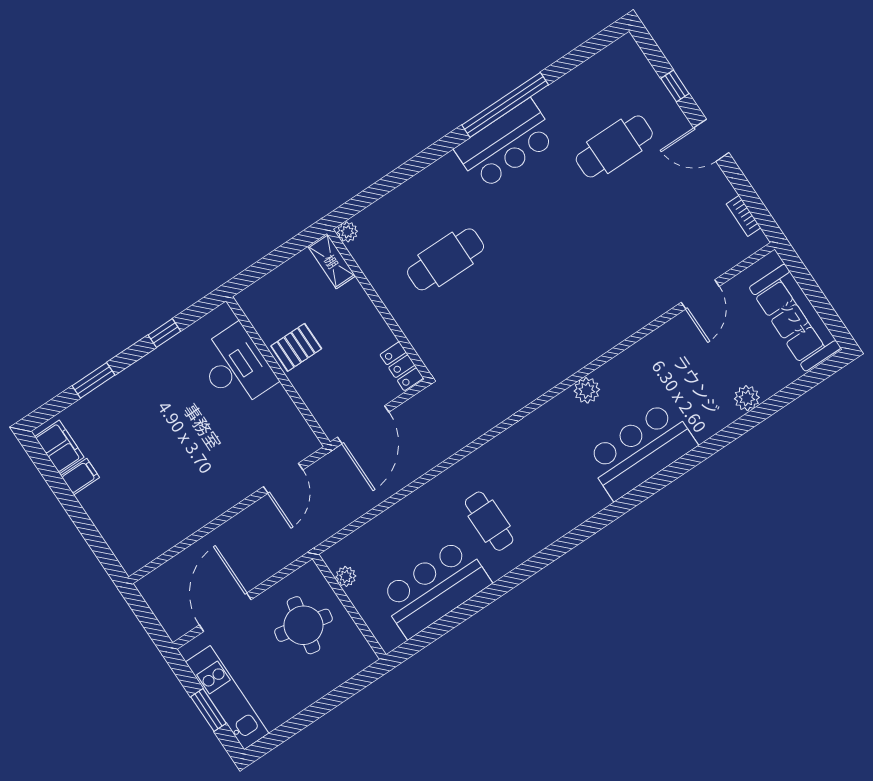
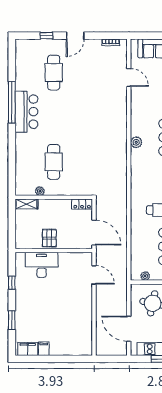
plant: (347, 232) -> (40, 191), moved

